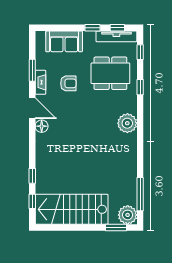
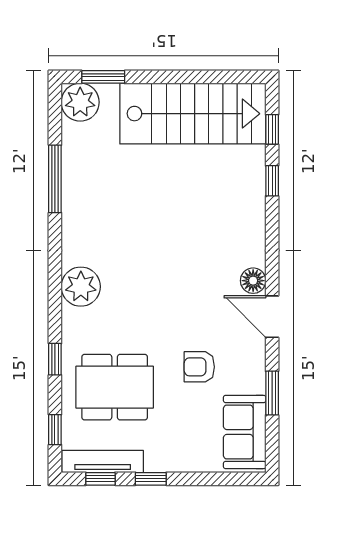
sofa: (64, 41) -> (245, 432), moved, turned -90
fireplace: (40, 82) -> (255, 369), removed
window: (140, 194) -> (55, 179), moved

